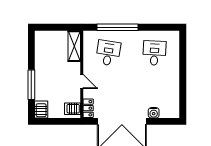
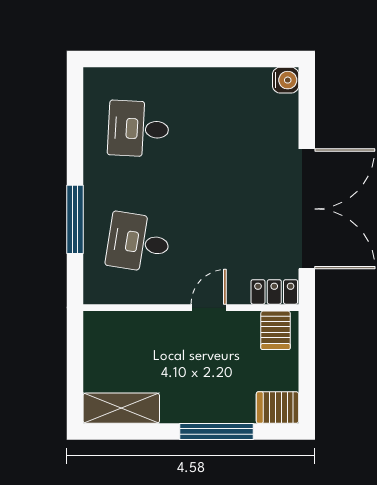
window: (118, 27) -> (75, 219), width x0.68
shelving: (74, 46) -> (121, 408), moved
water cooler: (154, 113) -> (286, 80), moved

